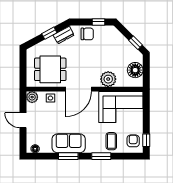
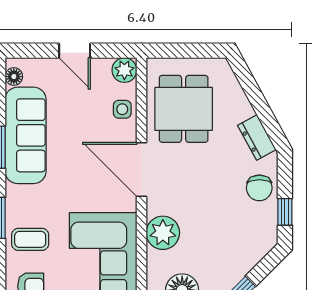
window: (49, 33) -> (261, 107), removed
door: (23, 120) -> (75, 51), swing flipped
sofa: (69, 143) -> (26, 135), width x1.36

